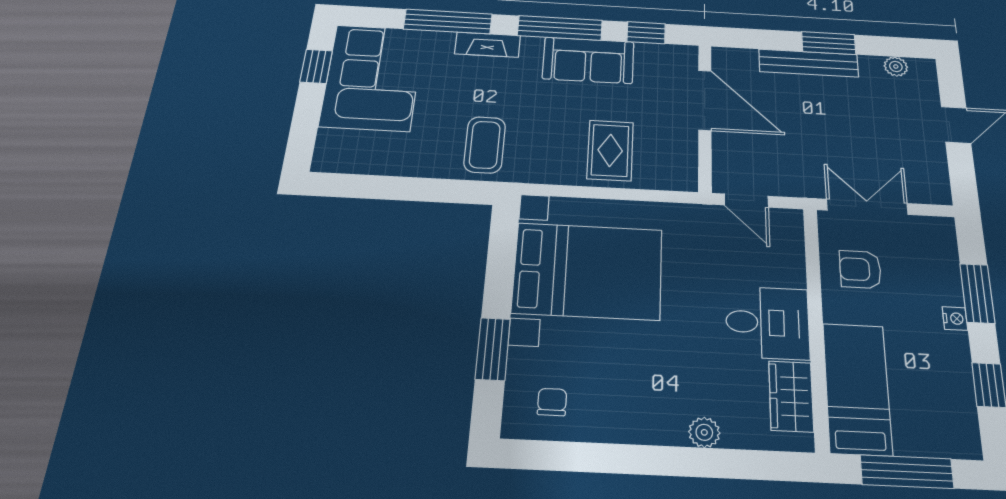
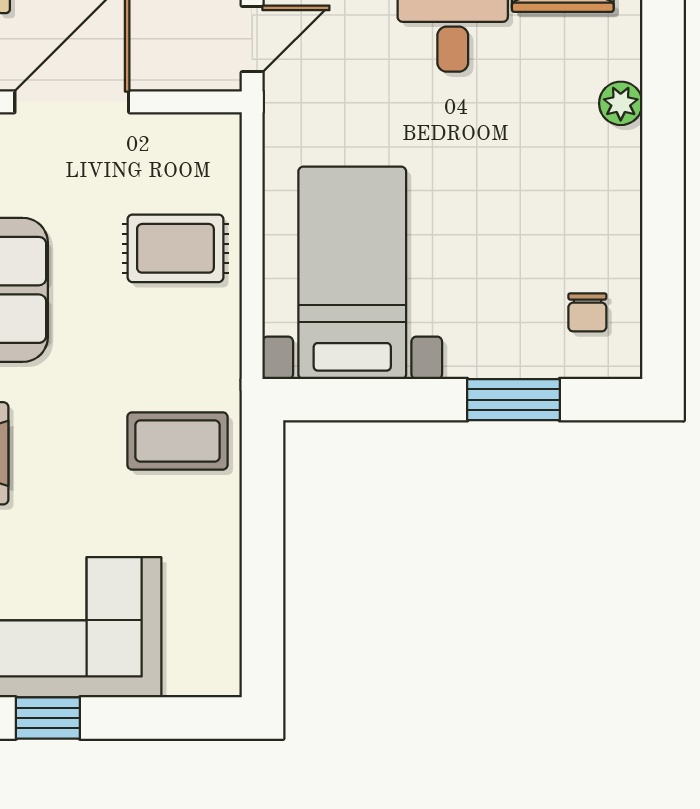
bed with nightstands: (588, 271) -> (352, 273), width x0.73
chair: (552, 402) -> (587, 312), turned -90

